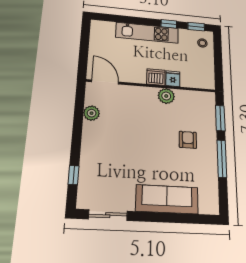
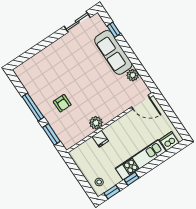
dishwasher: (156, 77) -> (169, 141), moved, turned 180
sofa: (167, 199) -> (113, 52), moved, turned 90

